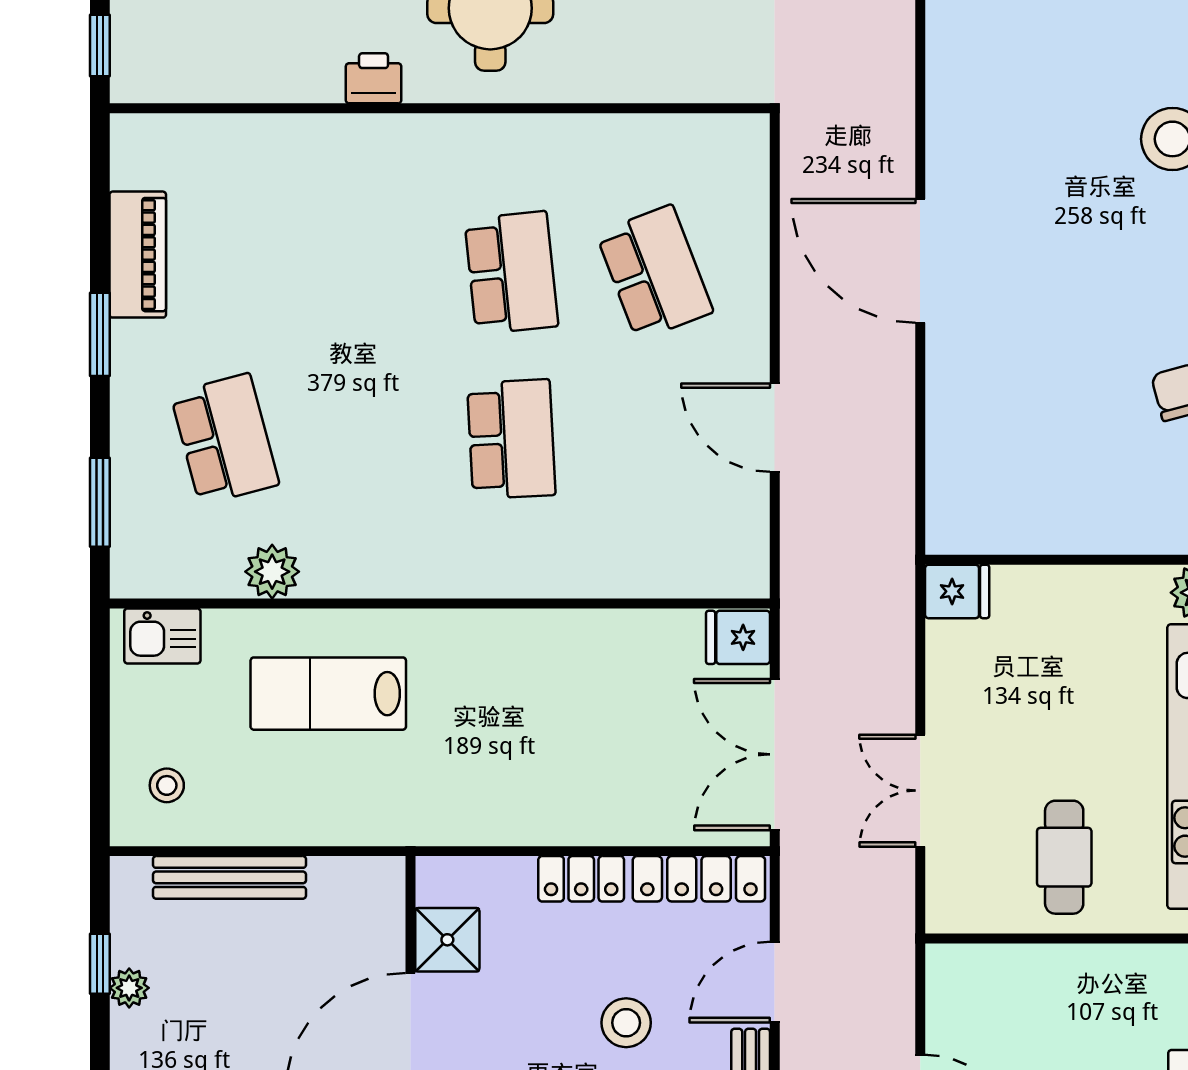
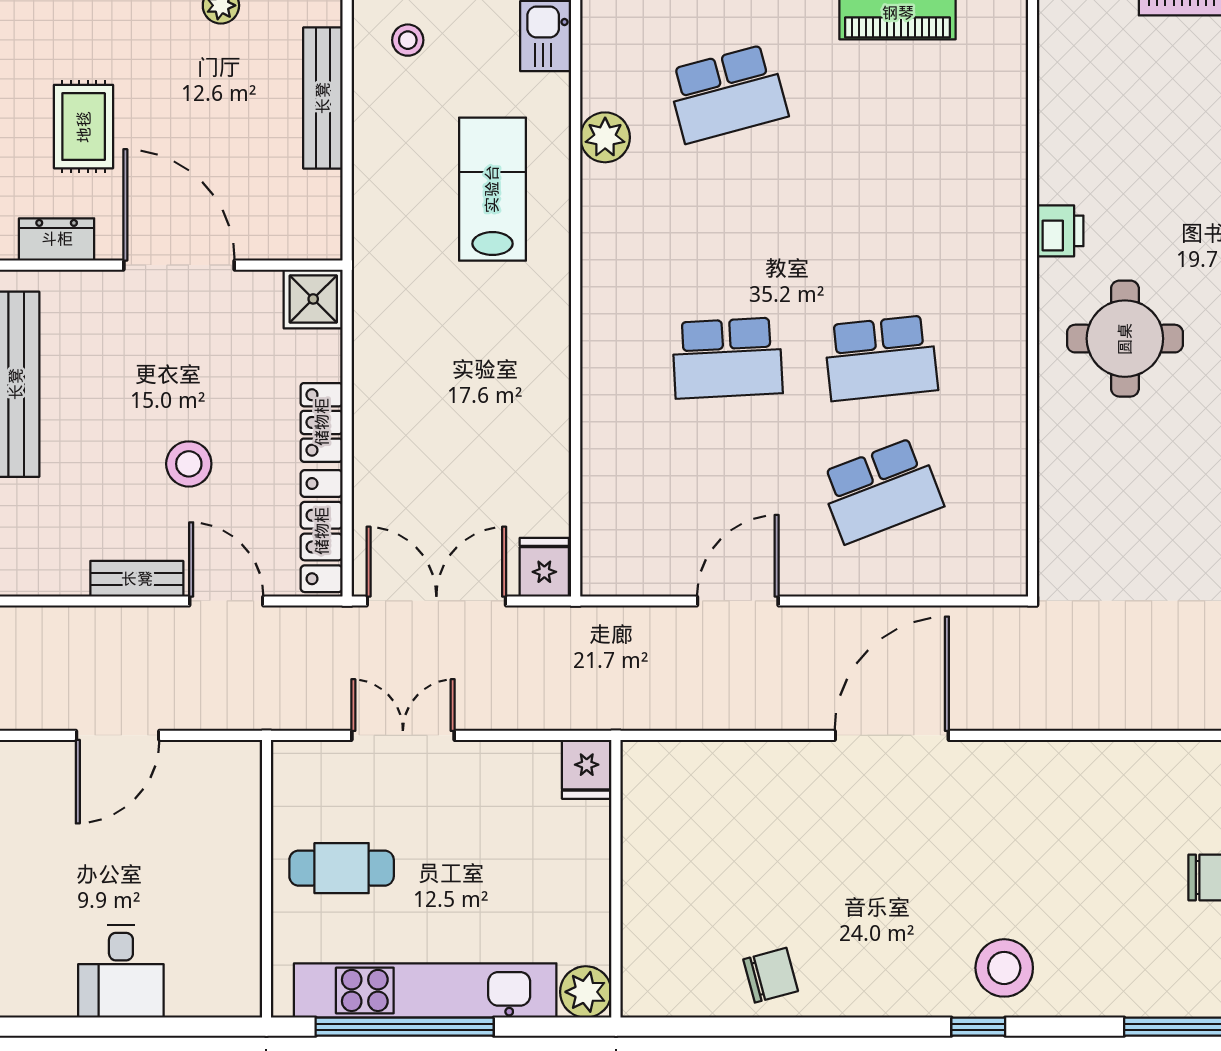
shower: (447, 940) -> (313, 299), moved

